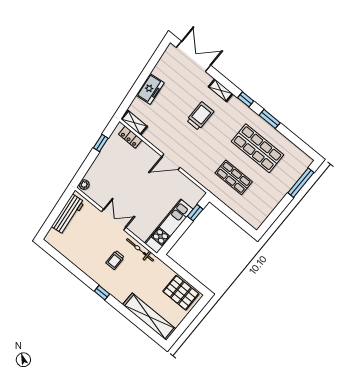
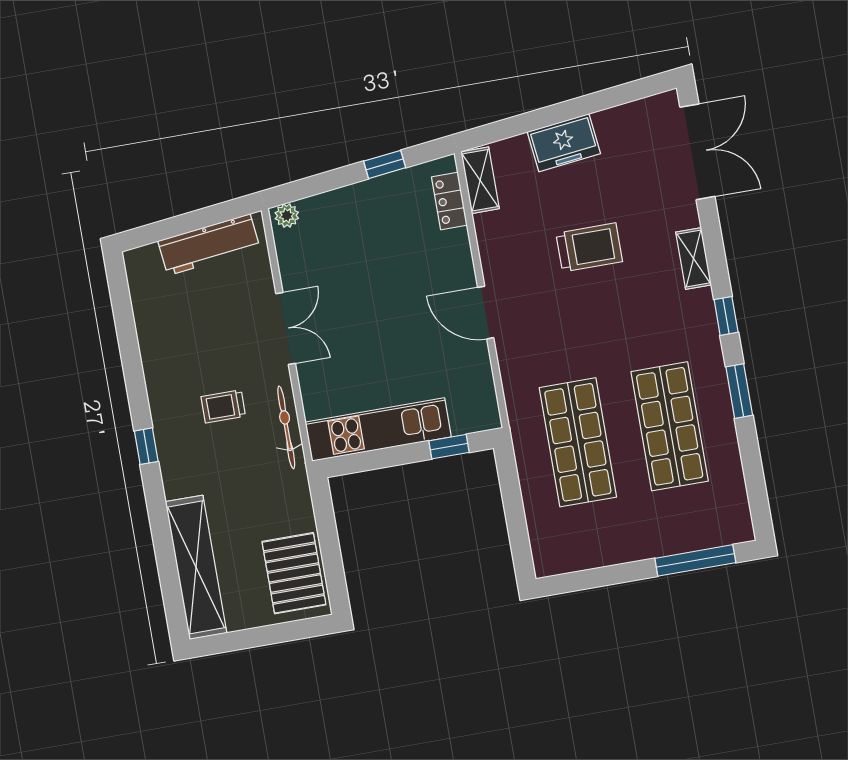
trolley: (200, 116) -> (589, 247), moved
shop shelf: (234, 177) -> (578, 442), width x1.43, depth x1.36

